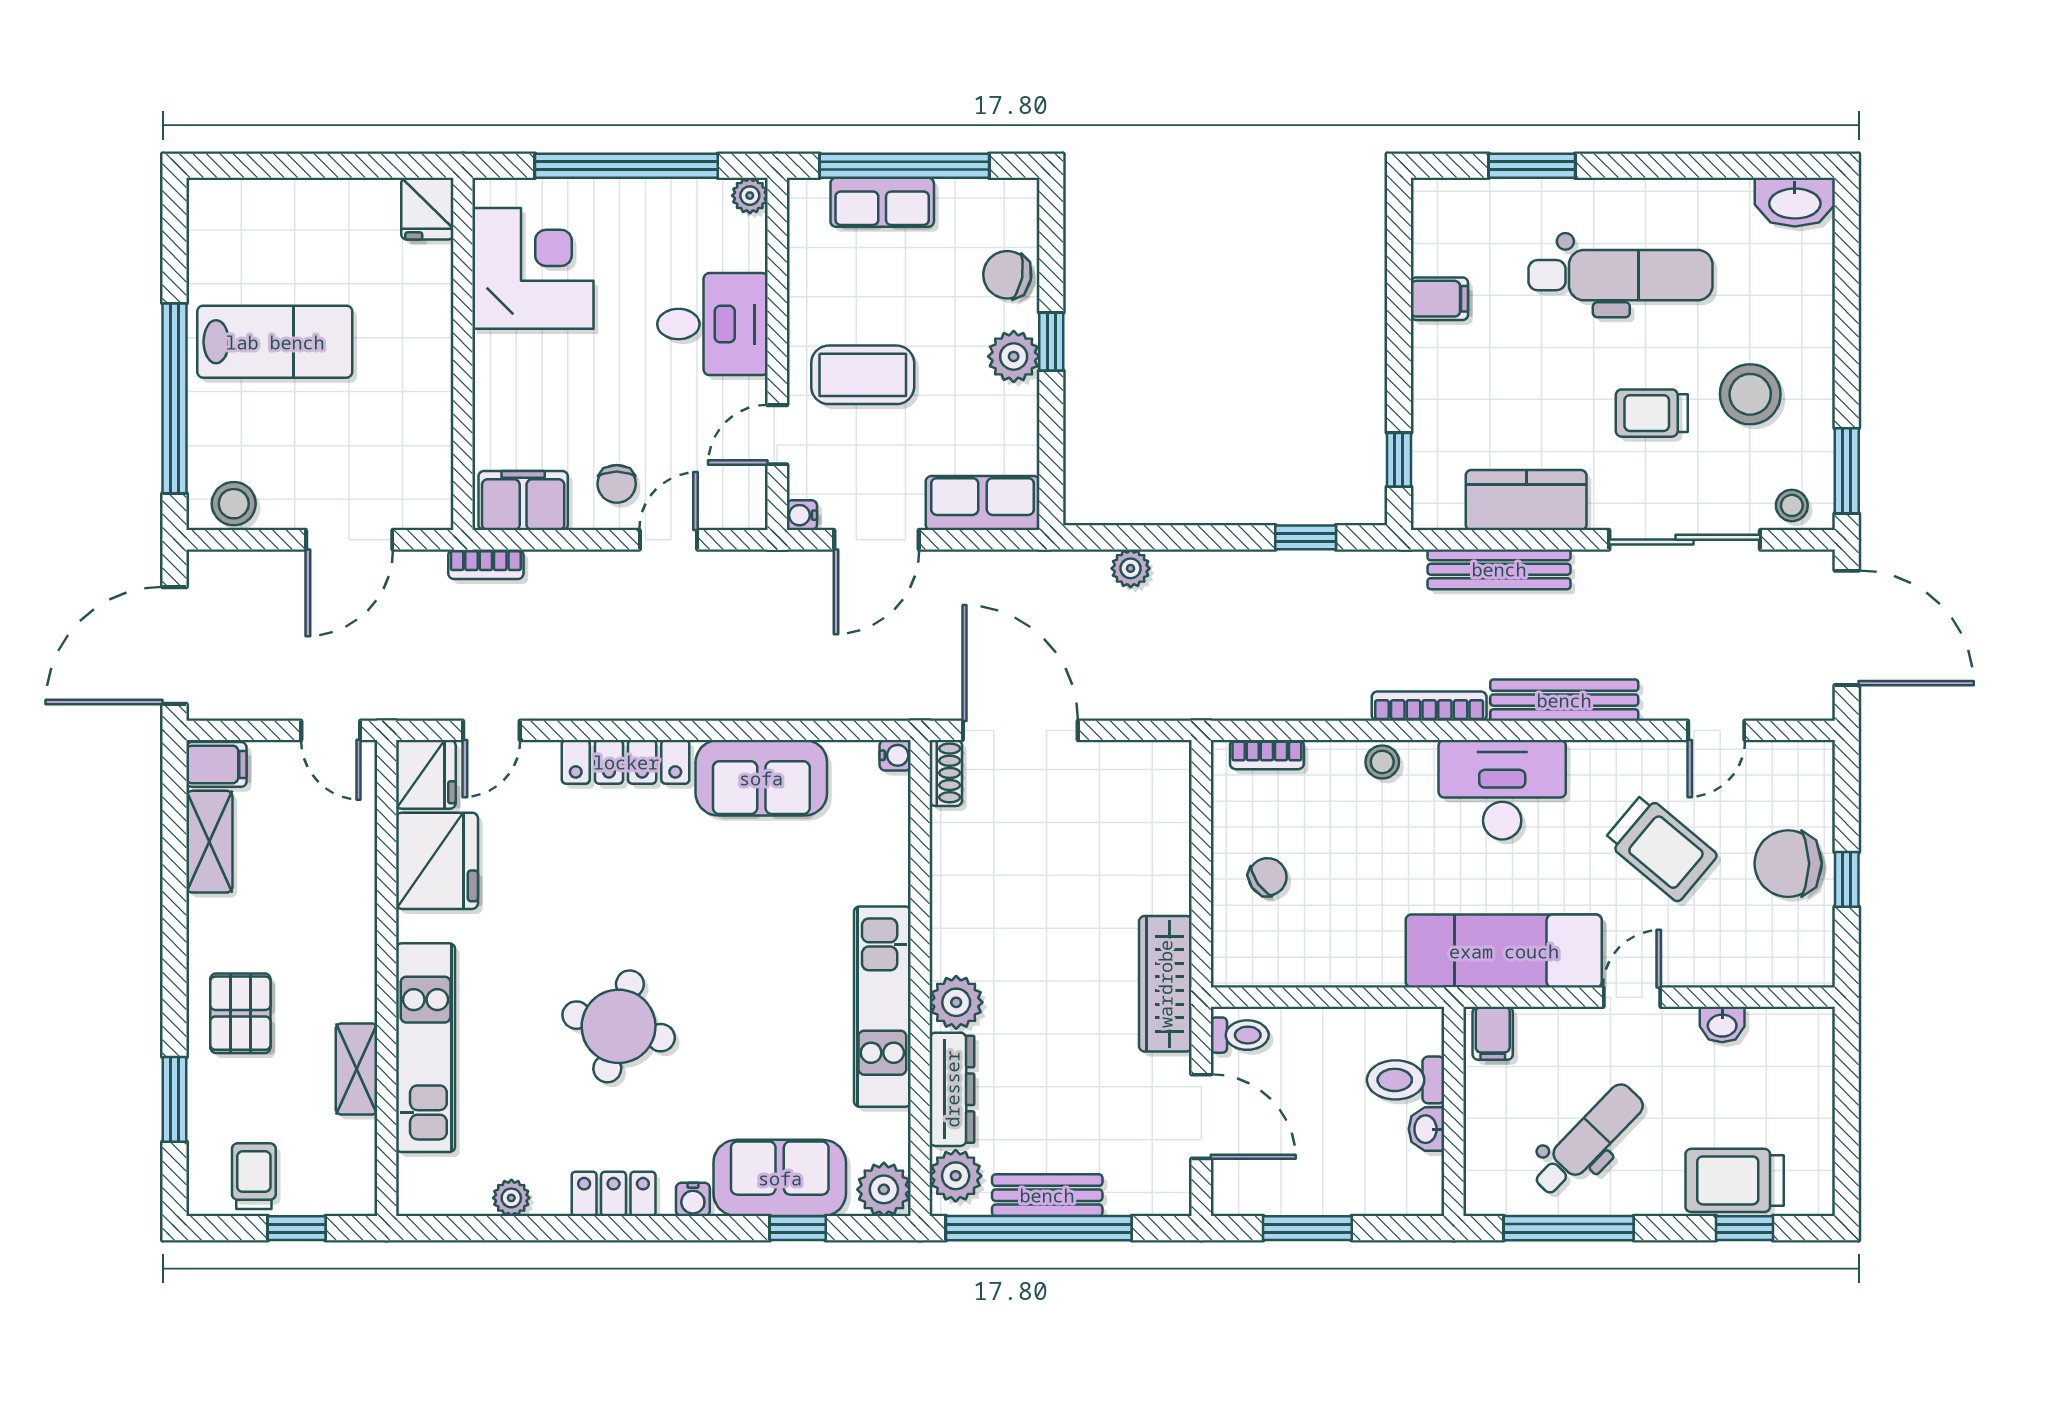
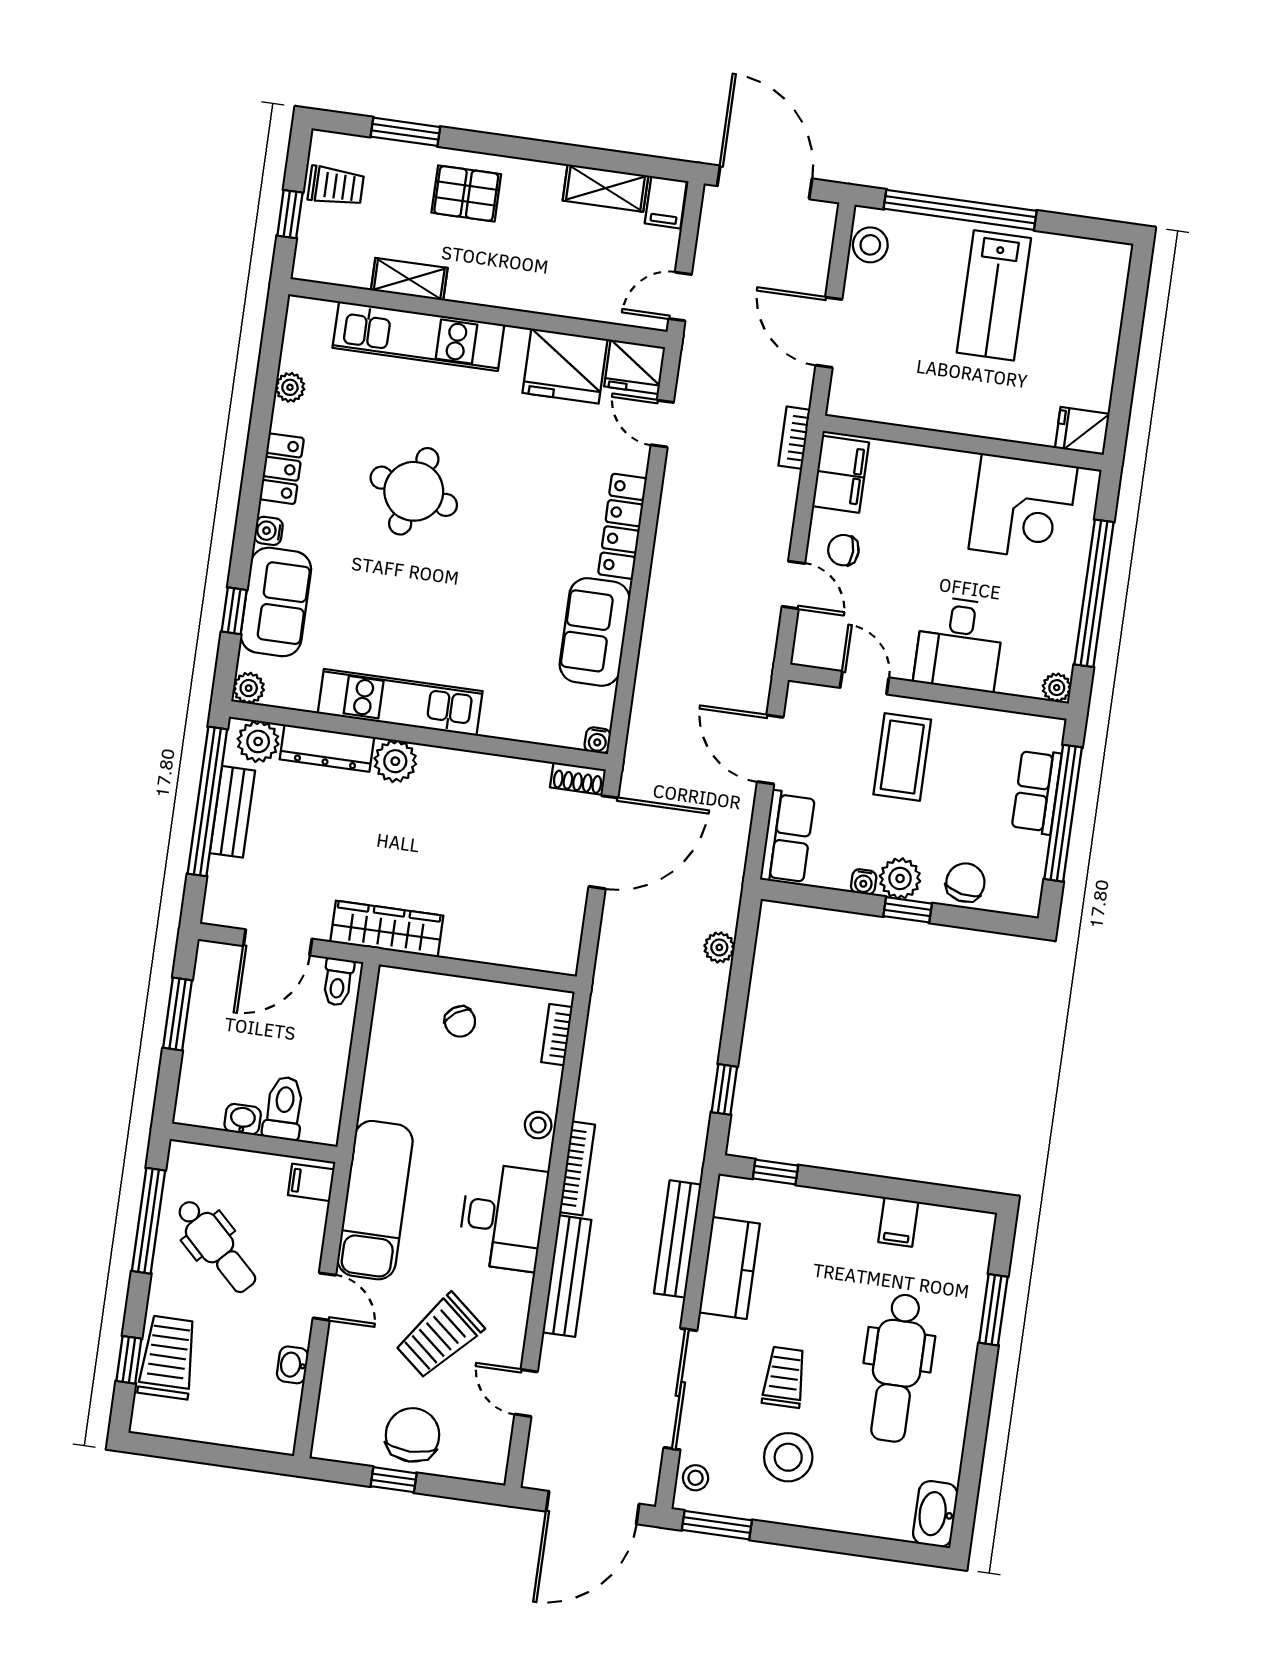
water cooler: (802, 515) -> (864, 882), moved, turned 180
plant: (884, 1189) -> (249, 688), width x0.73, depth x0.73

